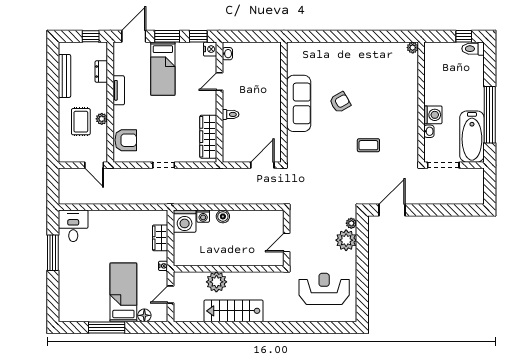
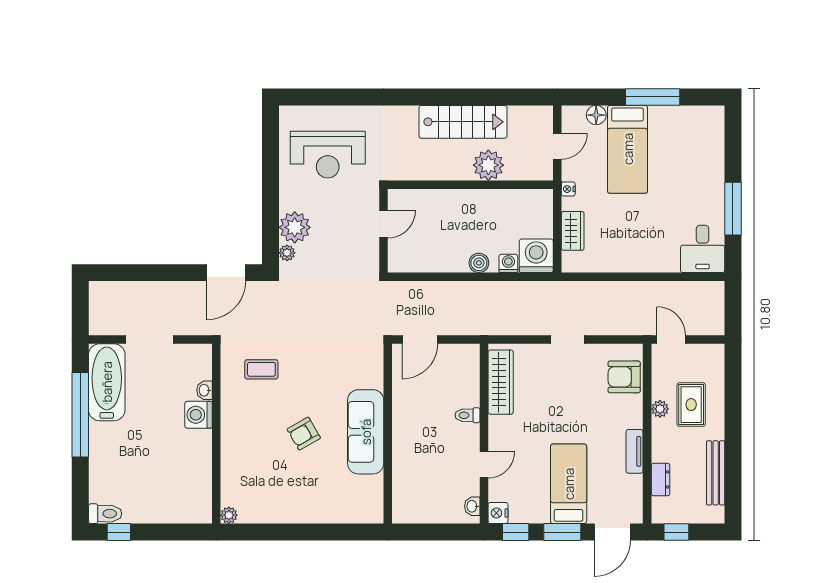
plant: (413, 48) -> (229, 515), moved
wall: (421, 102) -> (216, 434), moved
washing machine: (433, 115) -> (199, 415), moved
washbasin: (429, 131) -> (204, 390), moved

